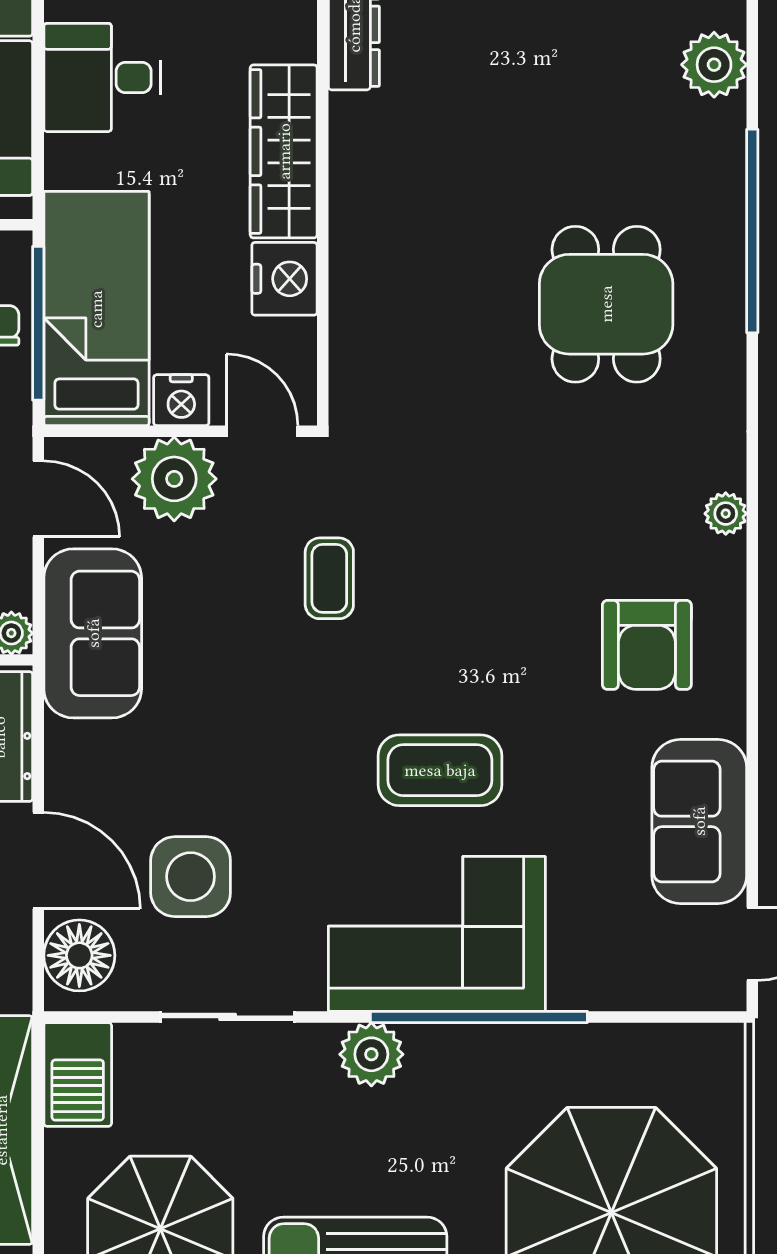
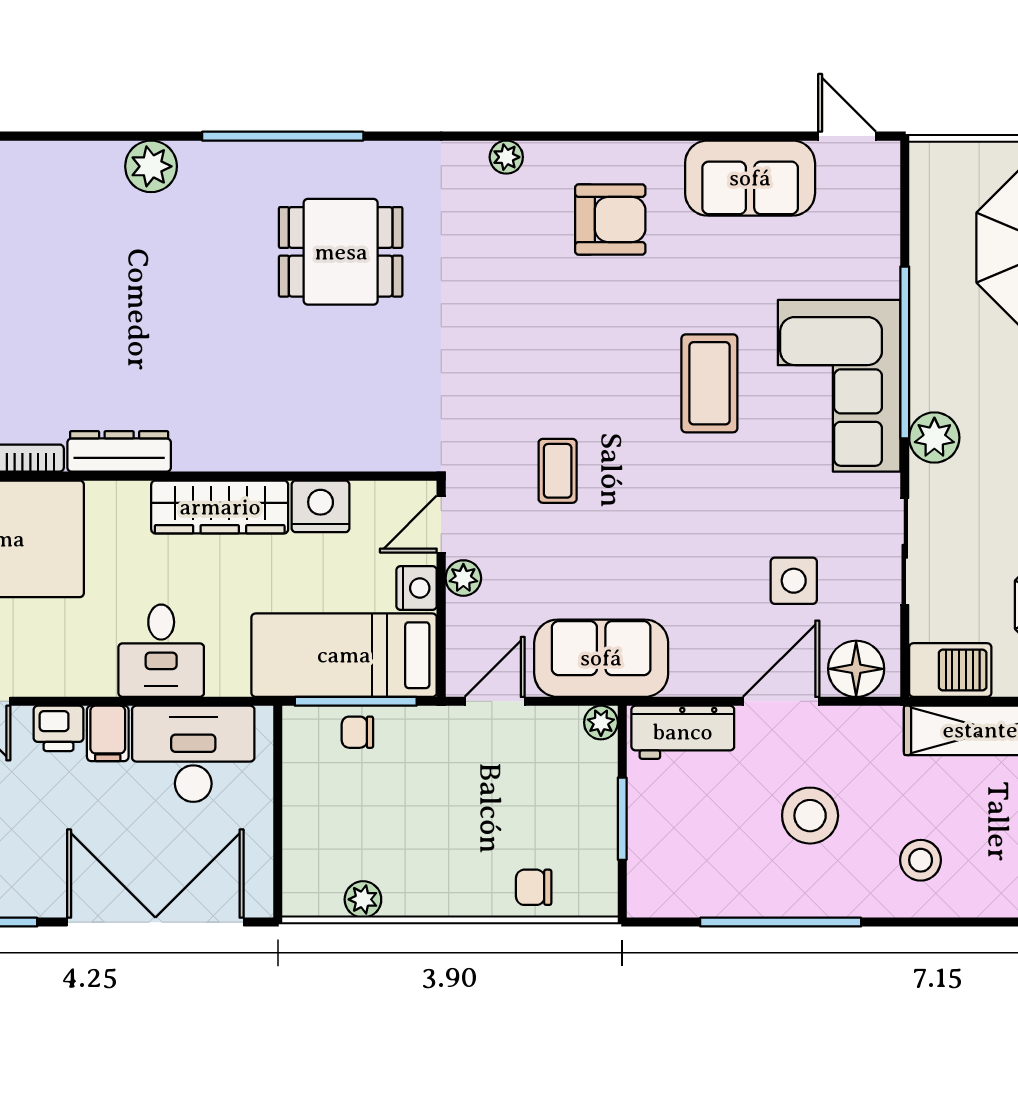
plant: (174, 479) -> (463, 578), width x0.53, depth x0.53
coffee table: (329, 578) -> (558, 471), turned 90
side table: (191, 877) -> (794, 581), width x0.73, depth x0.73

